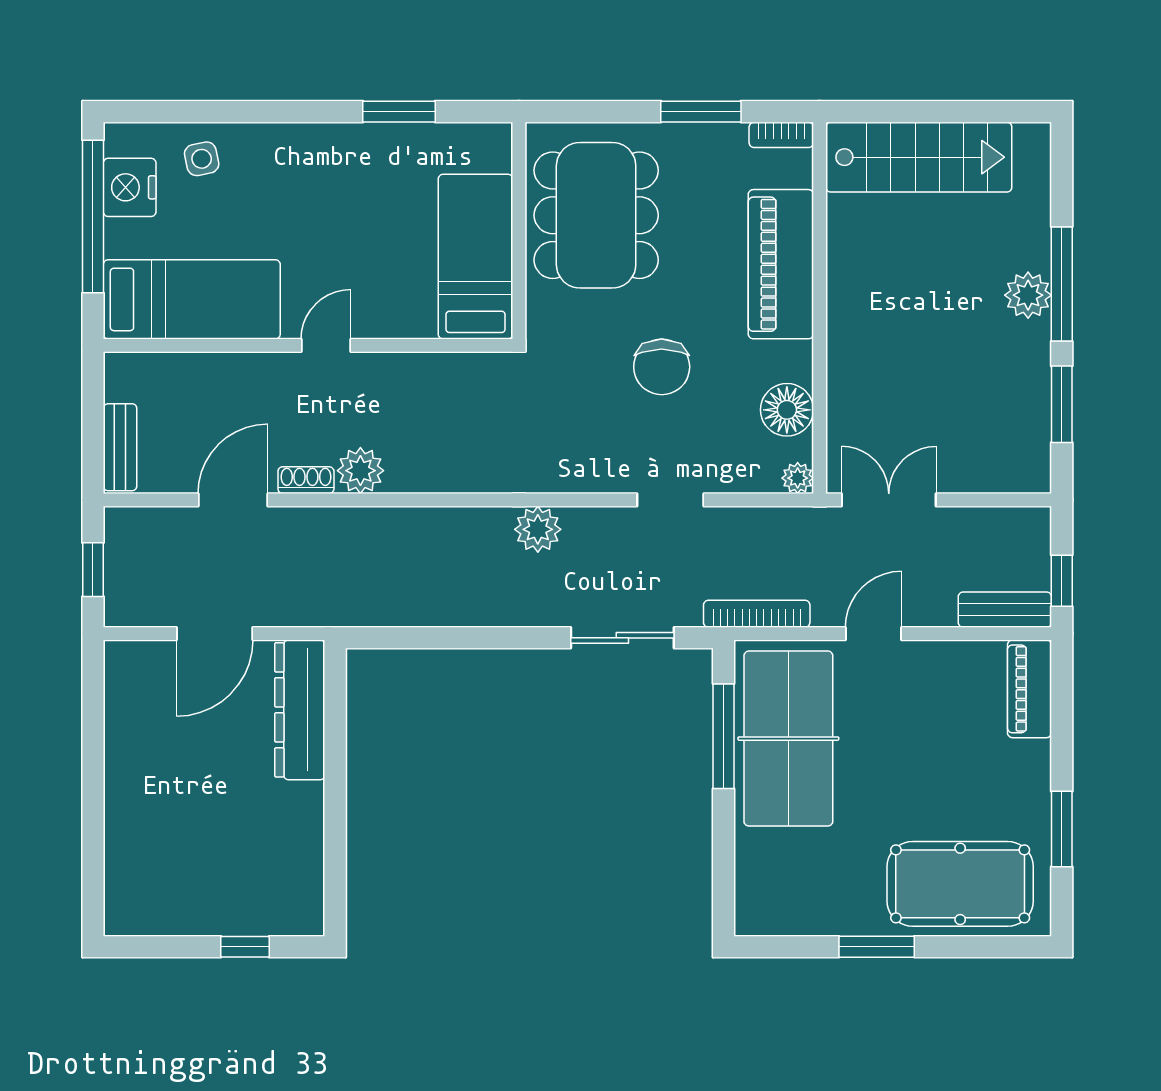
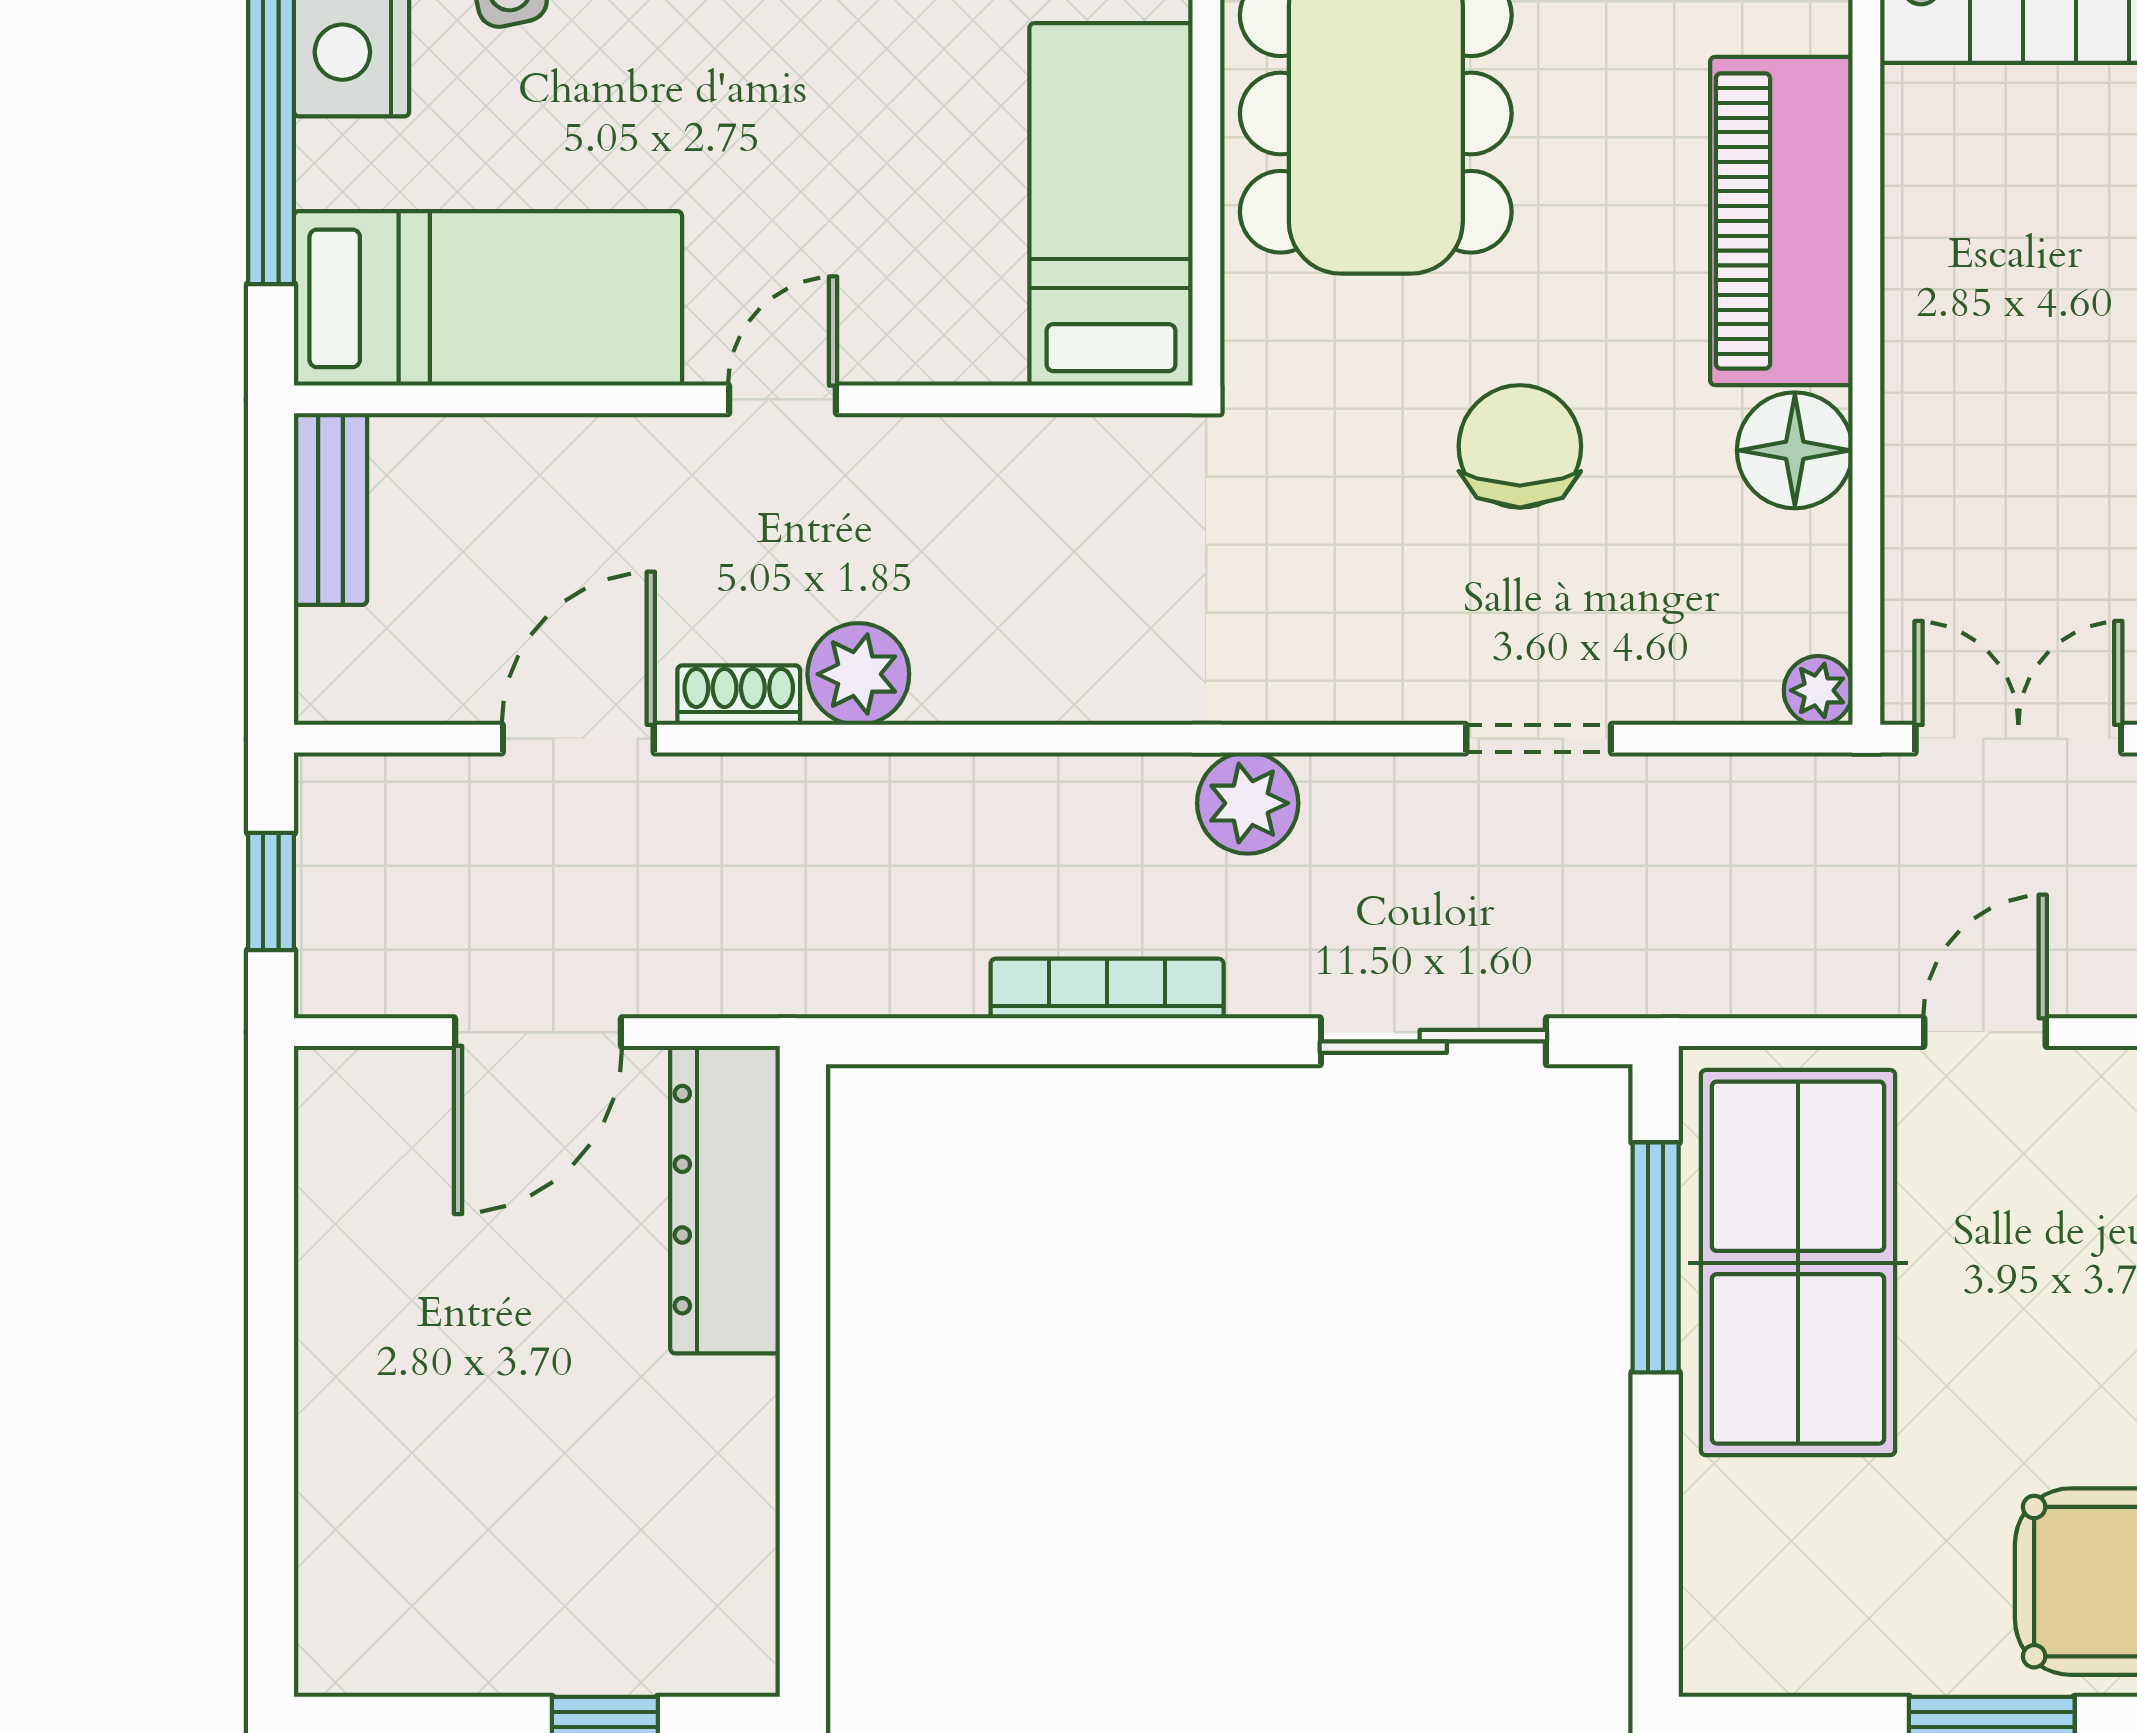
chair: (662, 367) -> (1520, 446), turned 180
floor lamp: (787, 410) -> (1795, 450), moved
bench: (120, 447) -> (331, 509), moved
bookcase: (757, 614) -> (1107, 989), moved

